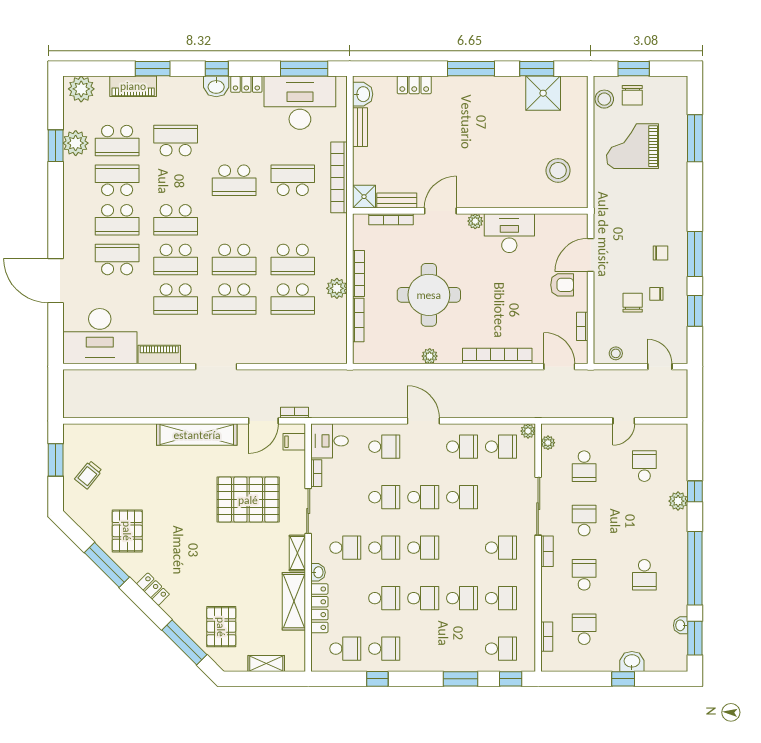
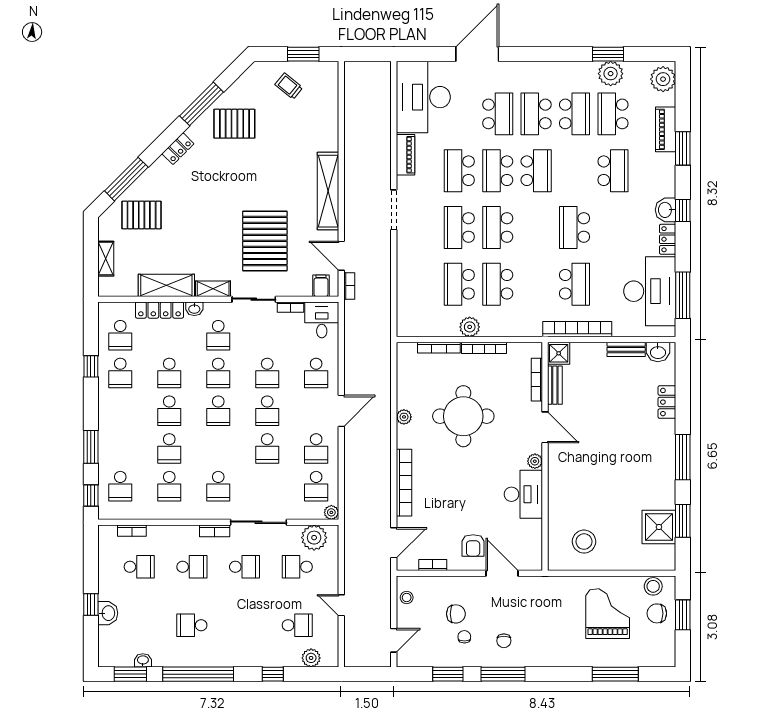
school desk: (176, 220) -> (536, 171), turned 180
plant: (548, 443) -> (314, 538), width x1.88, depth x1.88
plant: (678, 501) -> (311, 658), moved

